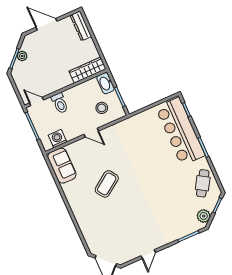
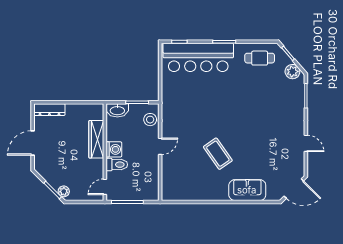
plant: (22, 56) -> (64, 191), moved
wardrobe: (87, 70) -> (96, 139), moved
stool: (102, 108) -> (150, 120), moved
washing machine: (58, 139) -> (114, 149), moved, turned 180
sofa: (62, 166) -> (247, 190), moved
cafe table: (203, 183) -> (260, 58), turned -32

